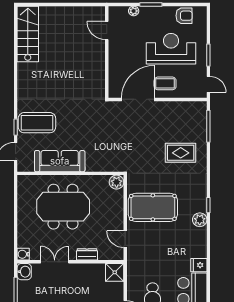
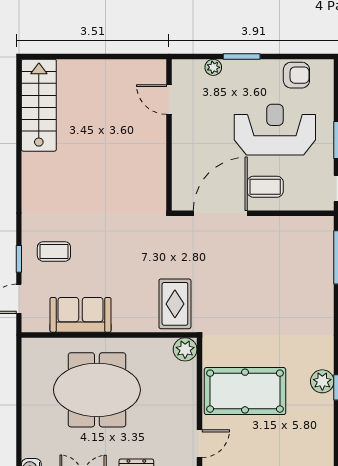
coffee table: (37, 123) -> (54, 251), width x0.54, depth x0.58
rug: (181, 153) -> (175, 304), moved, turned 90
sofa: (60, 161) -> (80, 315), width x0.73
plant: (200, 220) -> (322, 381), moved
door: (125, 239) -> (199, 444), swing flipped

